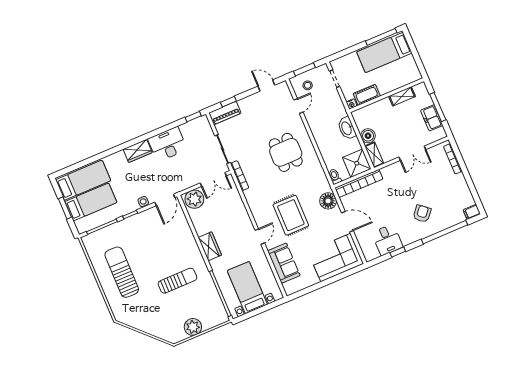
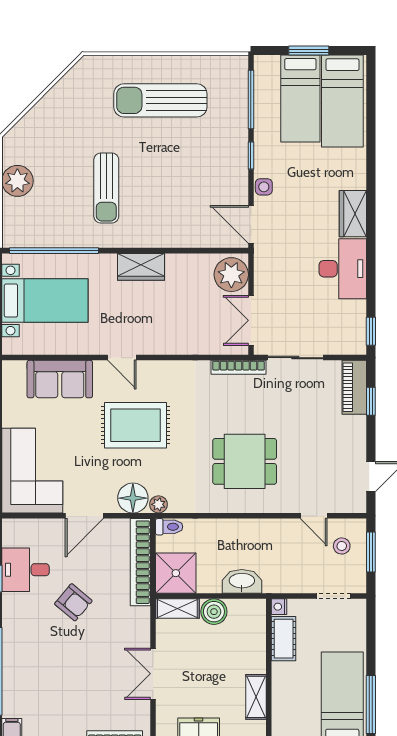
plant: (326, 187) -> (158, 504), added
armchair: (422, 214) -> (73, 602), moved
sun lounger: (122, 272) -> (160, 100), turned 180

